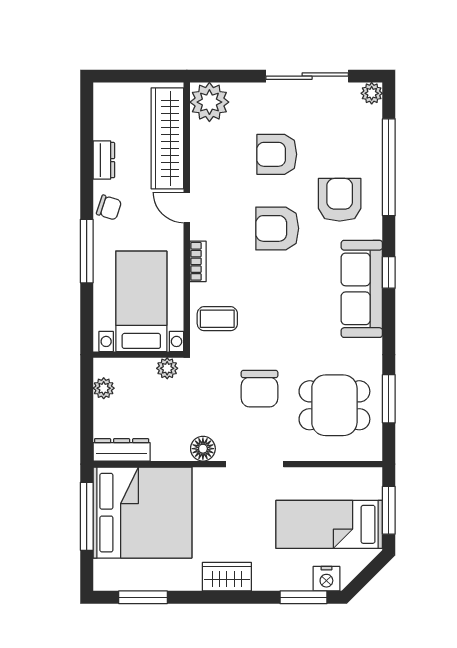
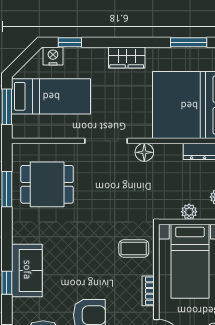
sofa: (362, 289) -> (27, 270), width x0.73
plant: (167, 368) -> (189, 212), moved
chair: (260, 389) -> (102, 197), removed
window: (304, 597) -> (70, 42), width x0.67

